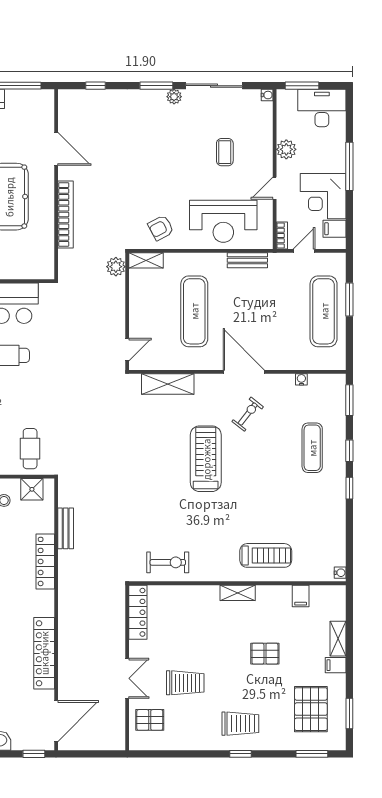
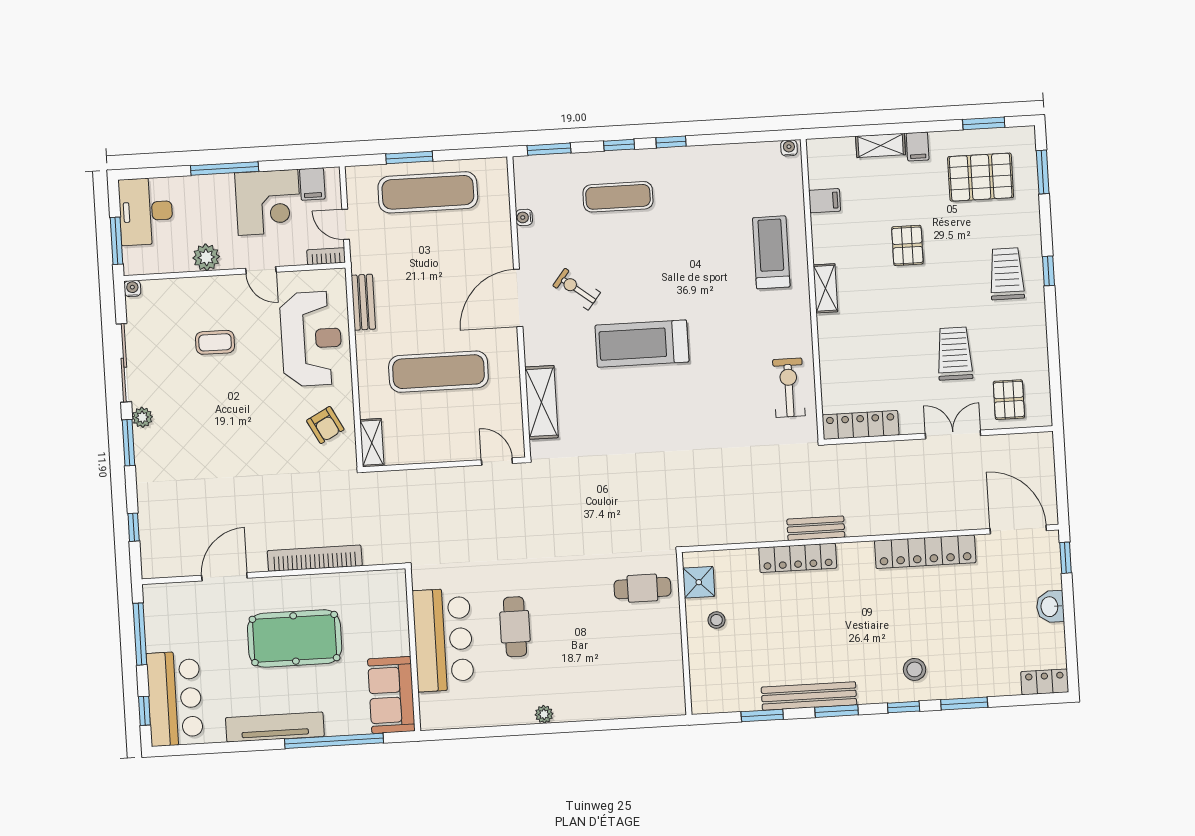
plant: (116, 267) -> (383, 484), removed
bench: (66, 528) -> (816, 528), moved

